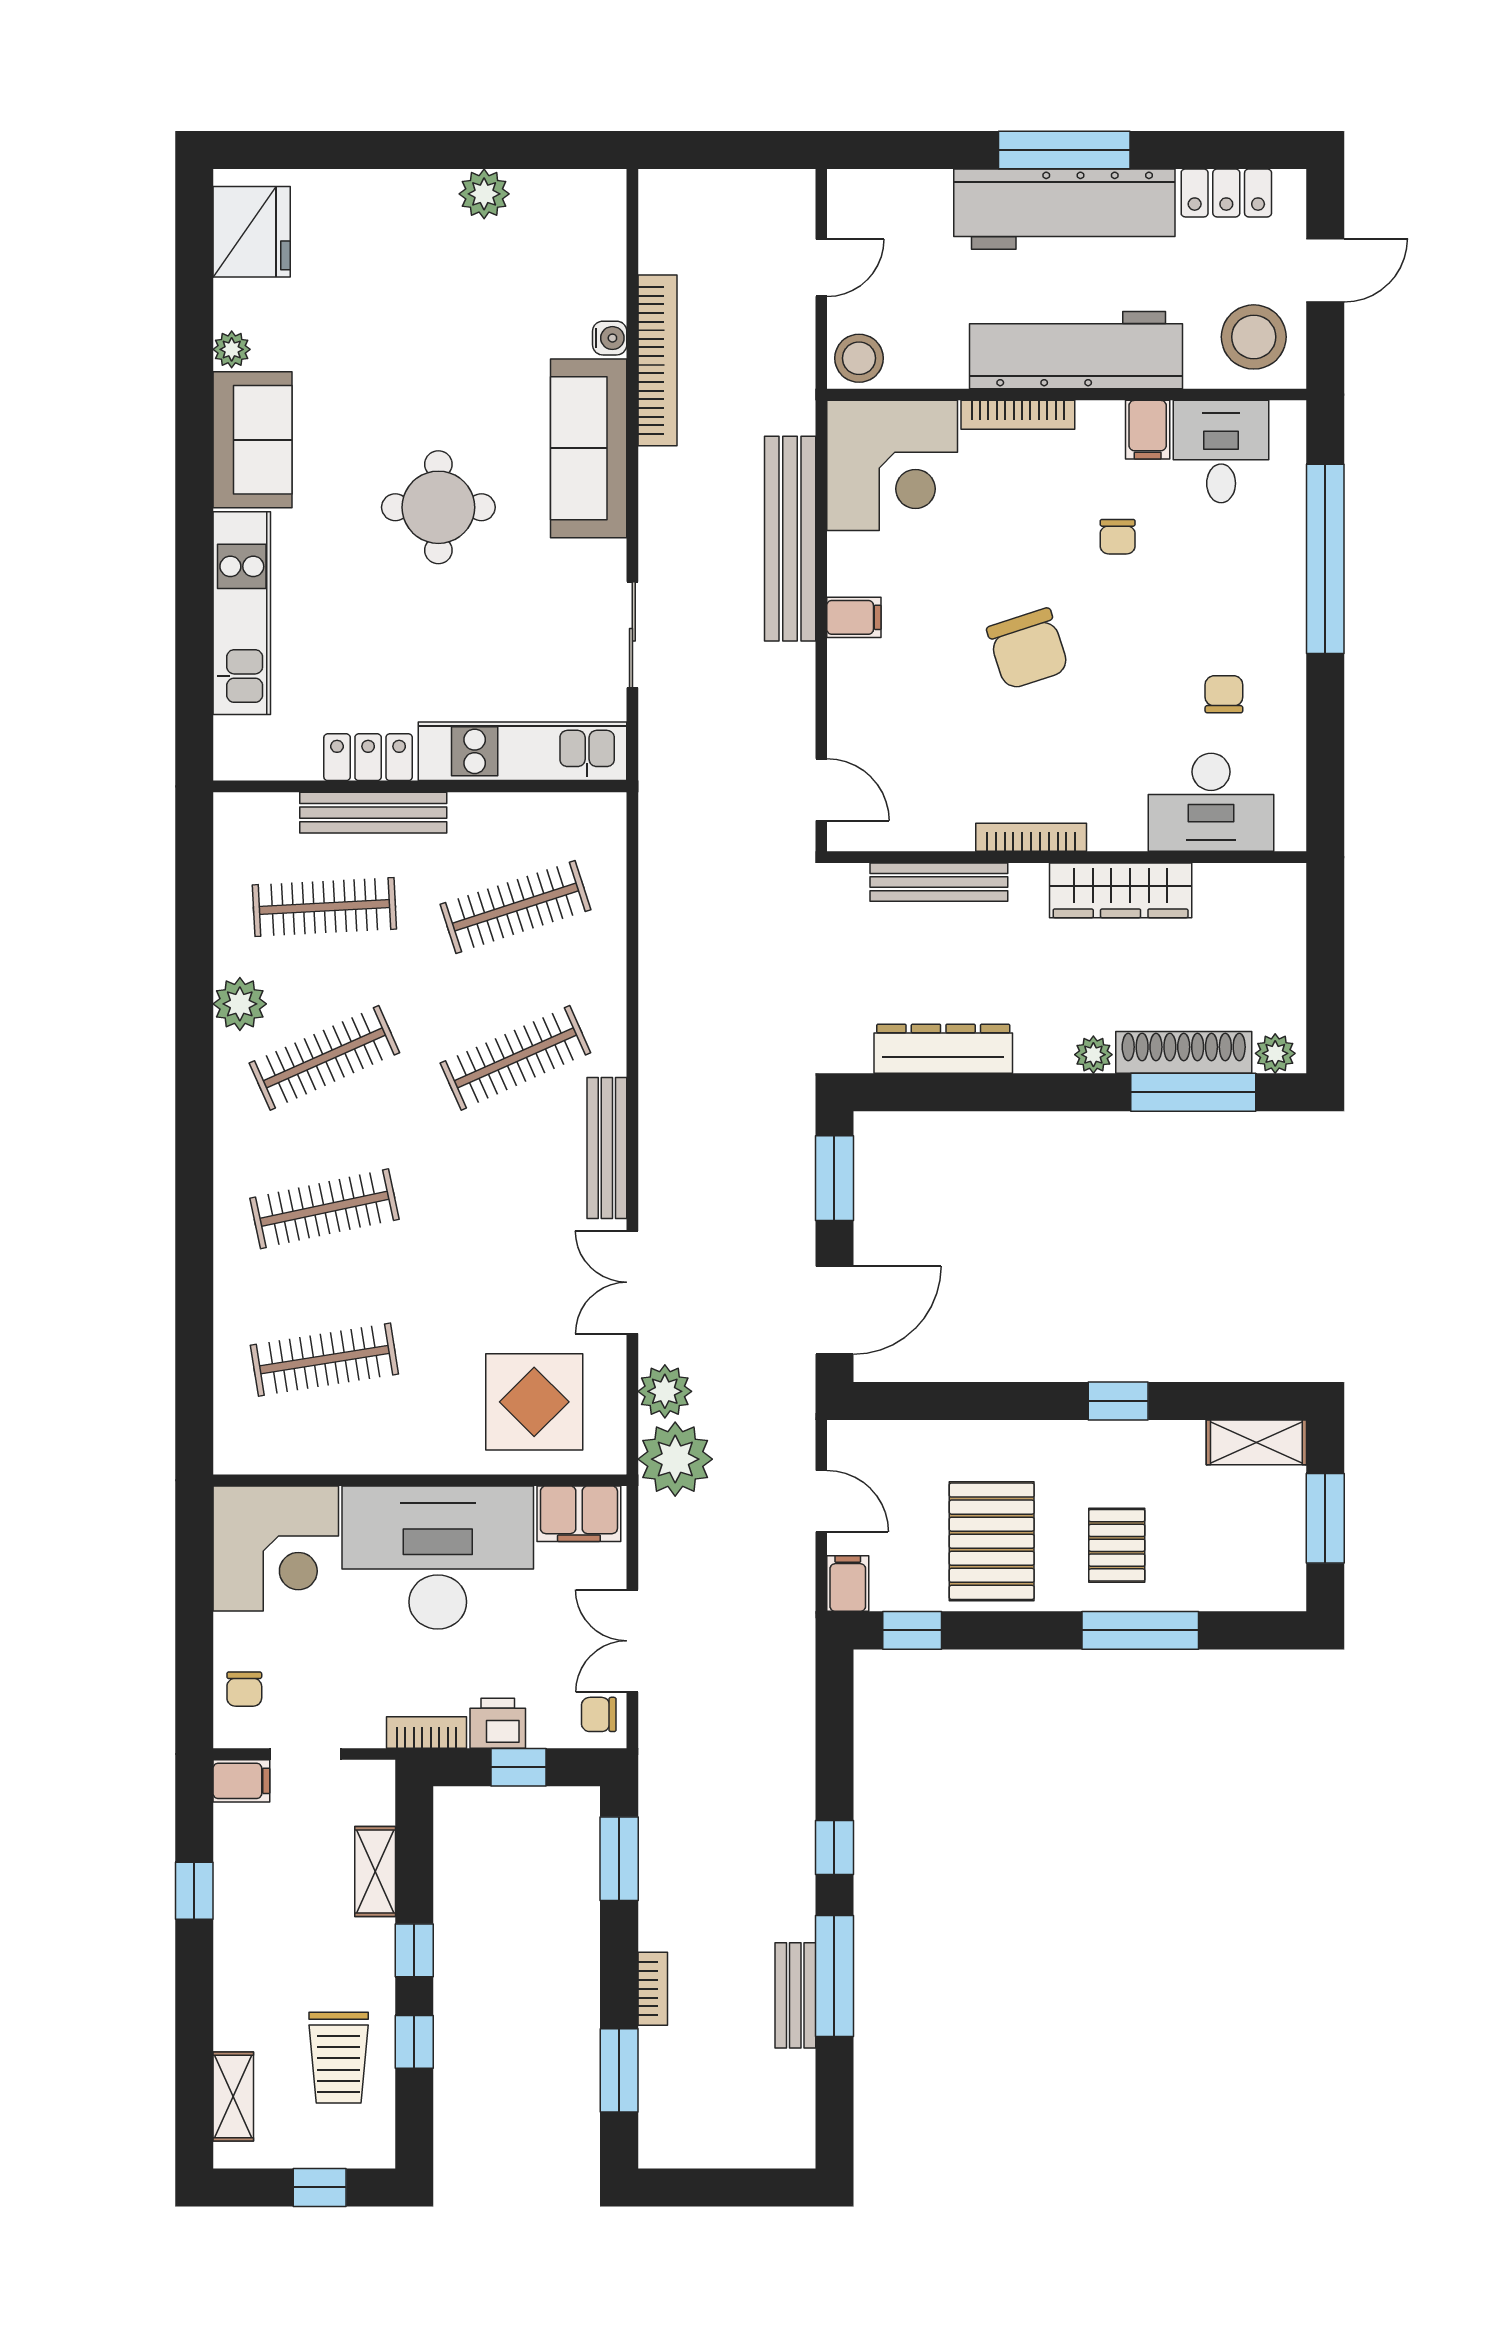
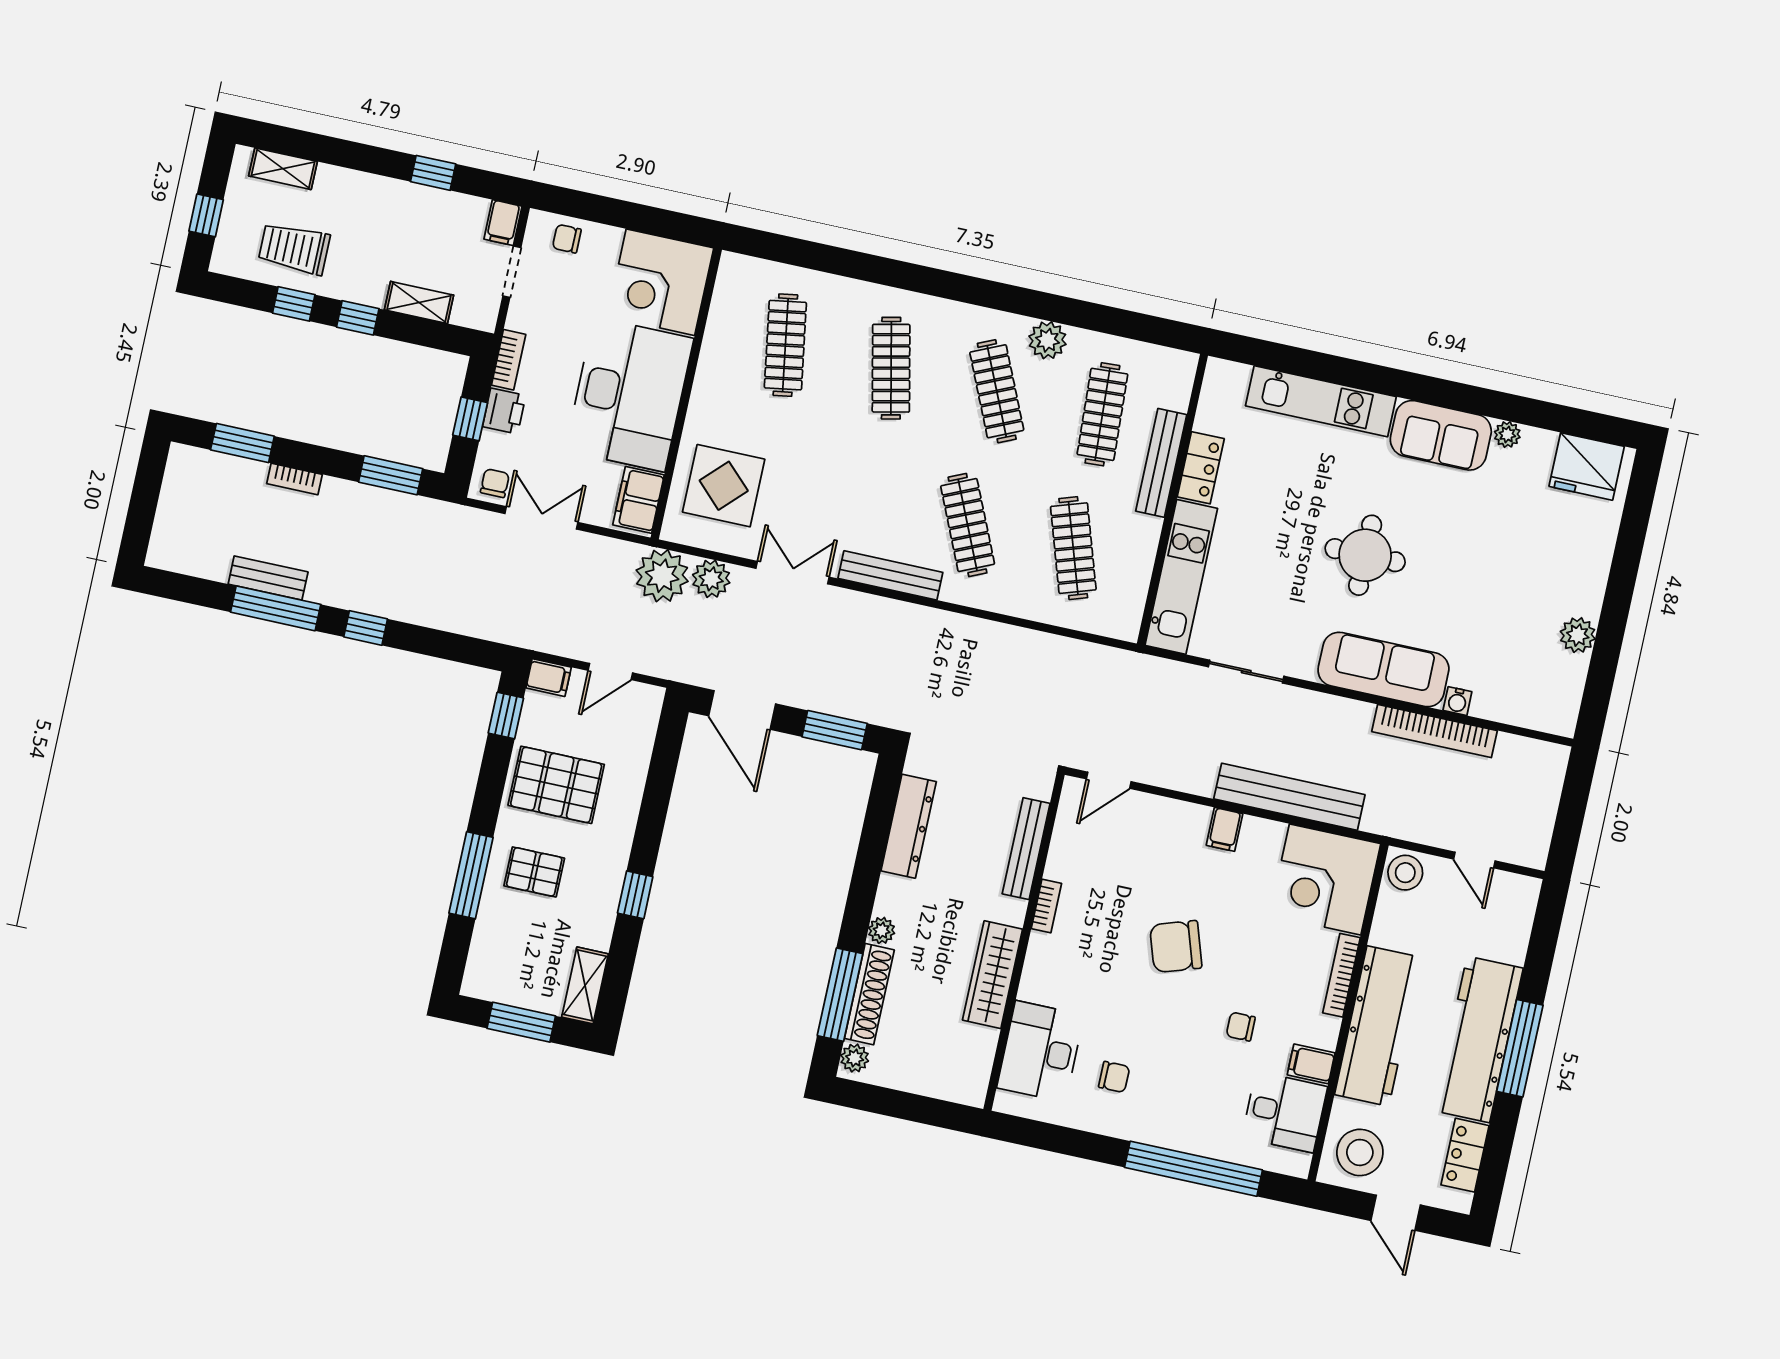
bookcase: (1031, 837) -> (1046, 906), width x0.64

